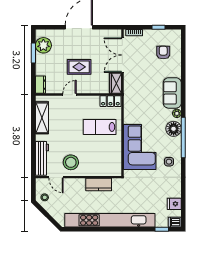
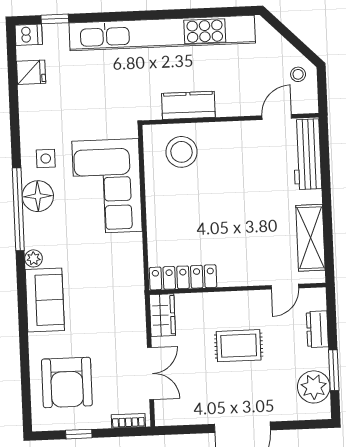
armchair: (163, 52) -> (67, 382), width x1.88, depth x1.88
double door: (122, 55) -> (150, 373), width x0.73
dresser: (41, 85) -> (317, 329), moved
door: (70, 95) -> (285, 287), moved
locker: (110, 101) -> (183, 277), width x1.53
lab bench: (100, 127) -> (191, 224), removed
floor lamp: (174, 129) -> (38, 196), moved
stool: (71, 162) -> (181, 152), moved
door: (56, 177) -> (277, 117), hinge flipped

